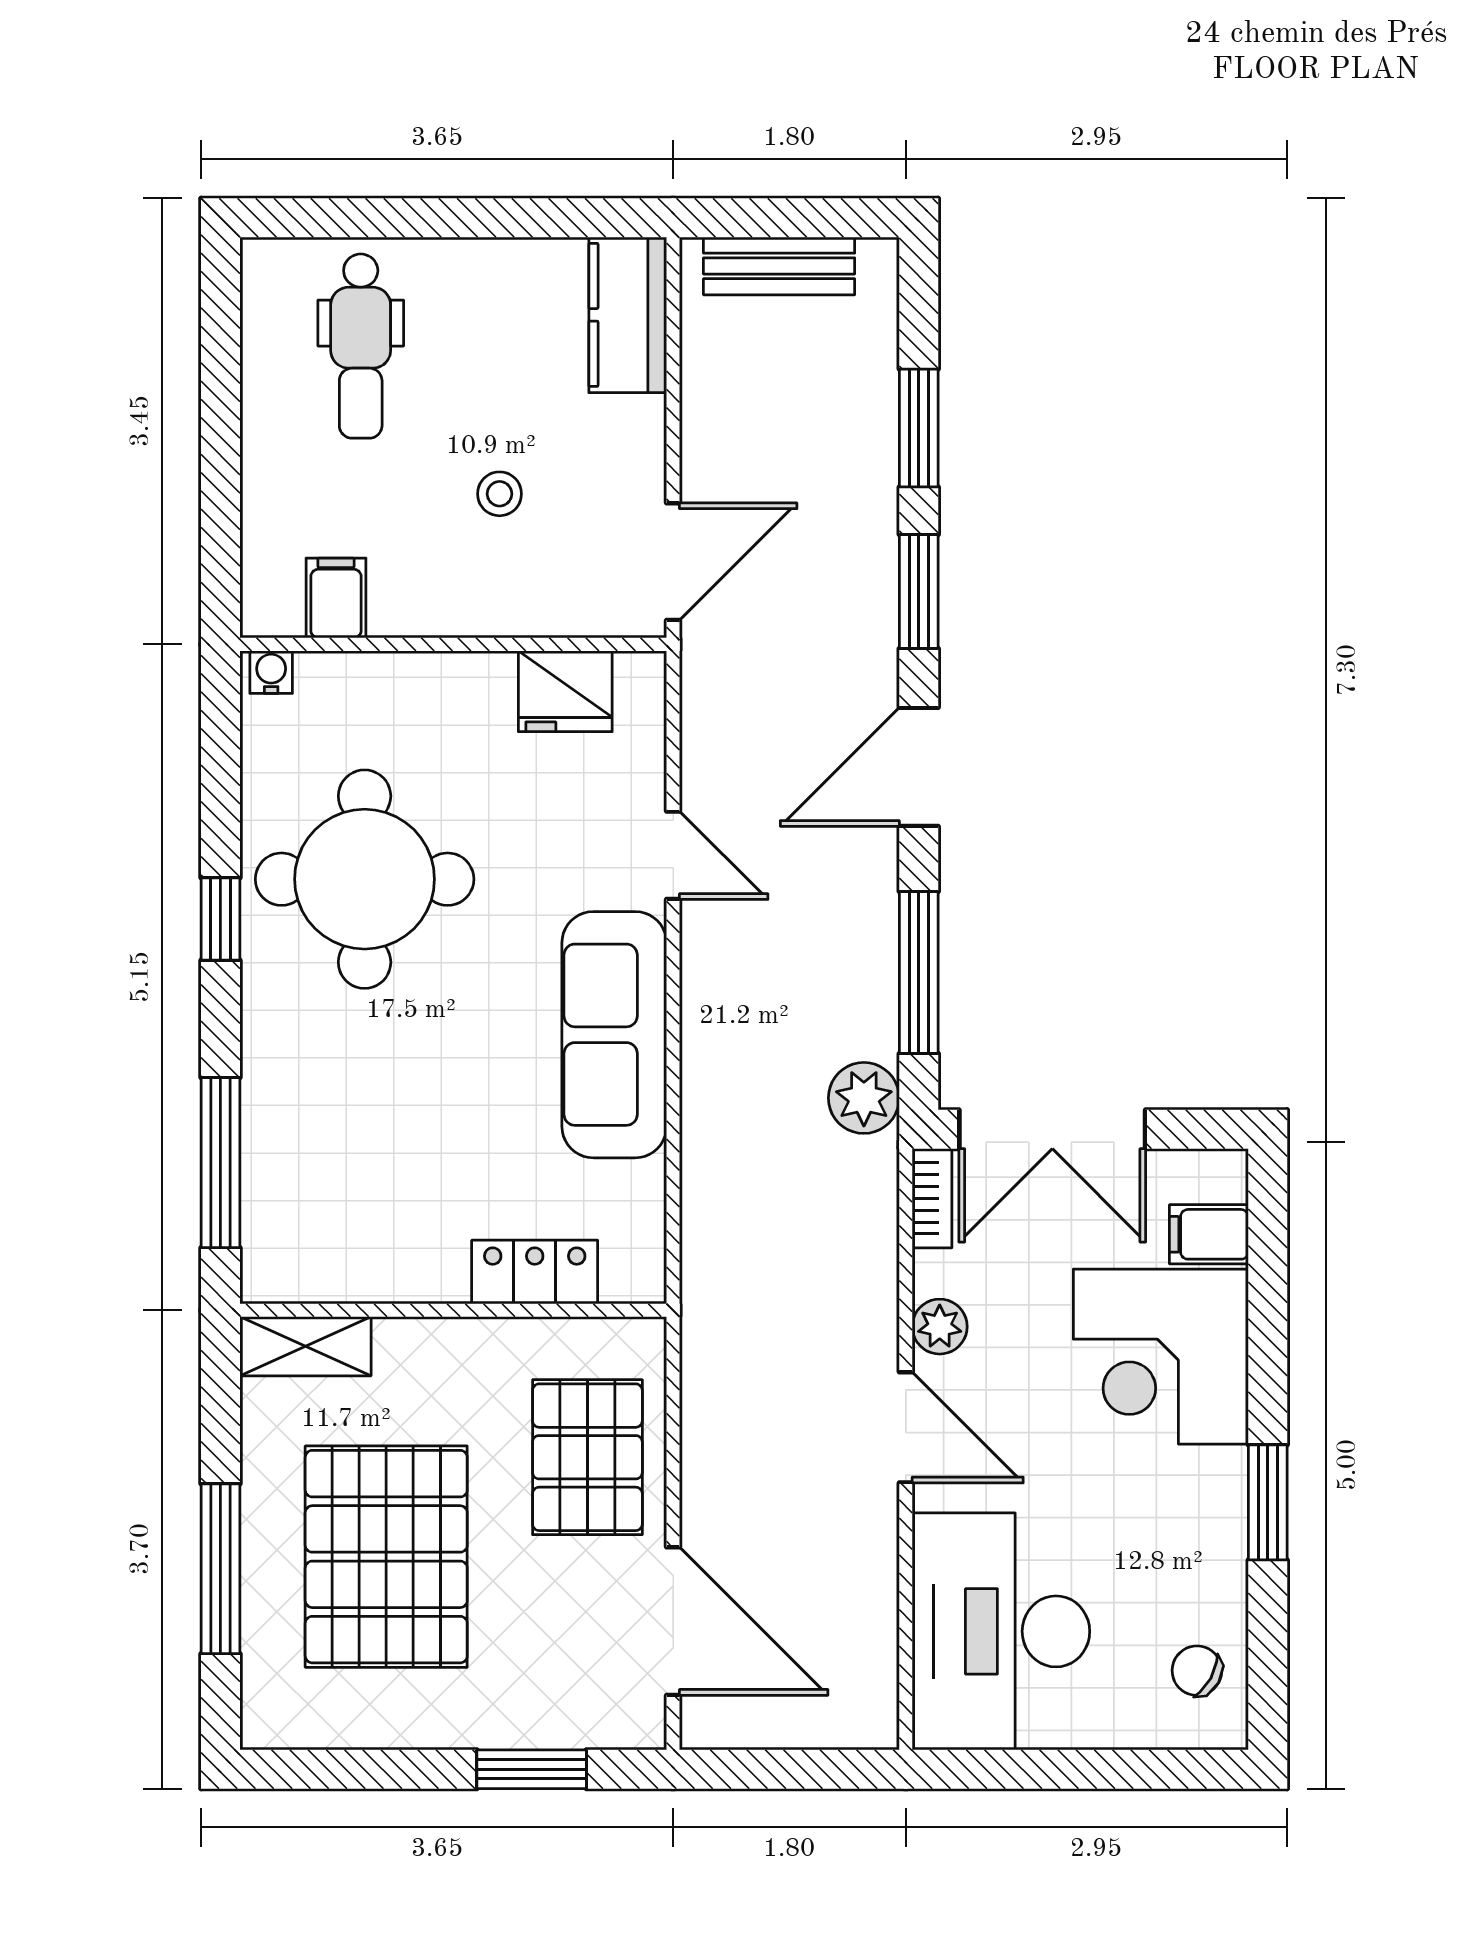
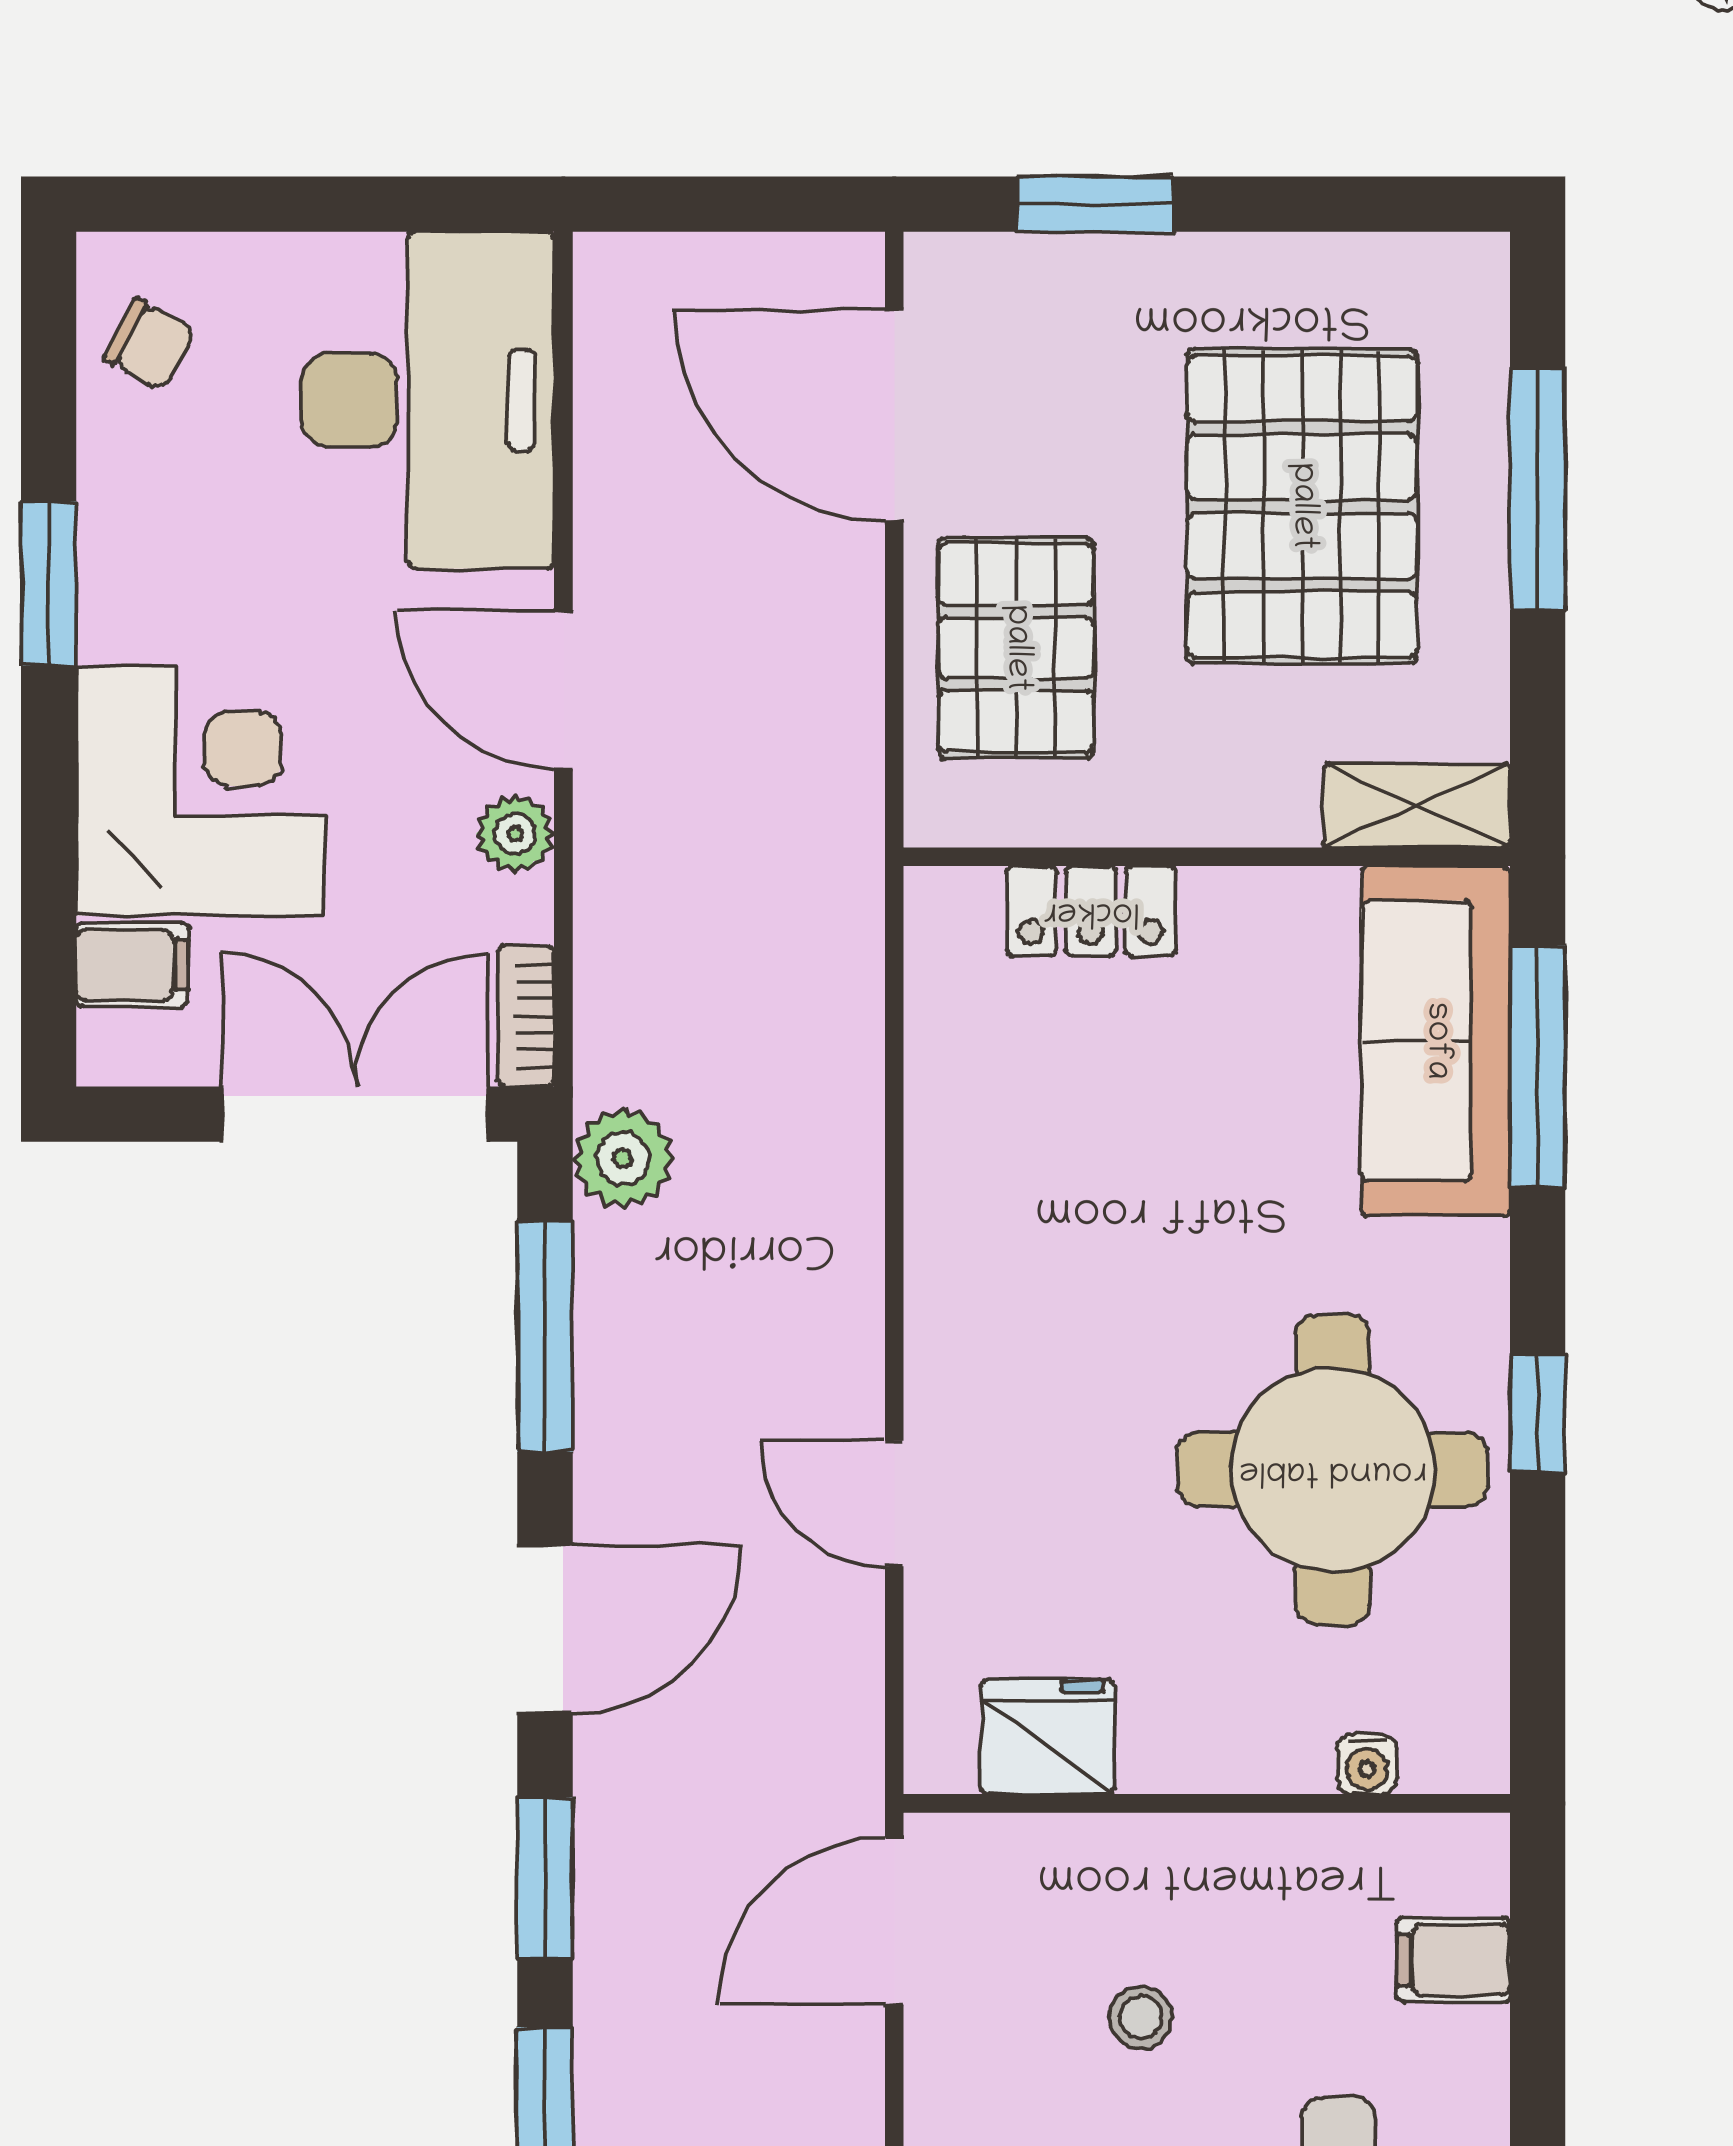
filing cabinet: (336, 598) -> (1453, 1960), moved, turned 90
water cooler: (271, 672) -> (1367, 1764), moved
sofa: (614, 1035) -> (1436, 1041), moved, turned 180

